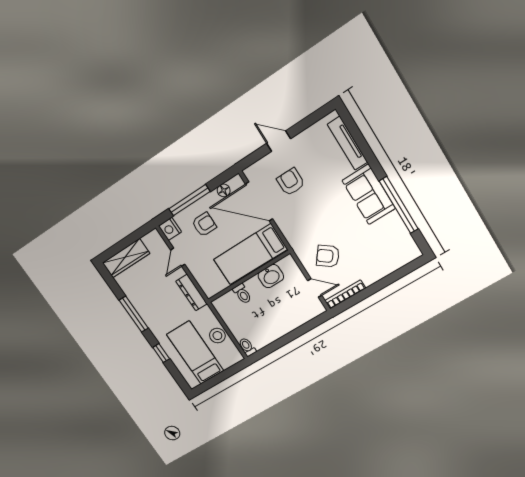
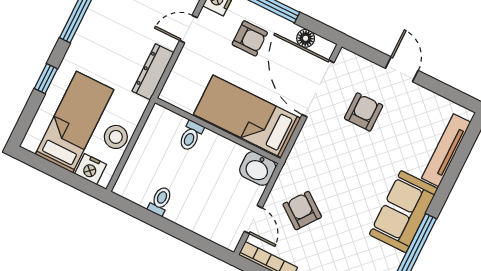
washbasin: (271, 276) -> (258, 168), moved
toilet: (247, 347) -> (160, 201), moved
nightstand: (228, 360) -> (91, 169), added

